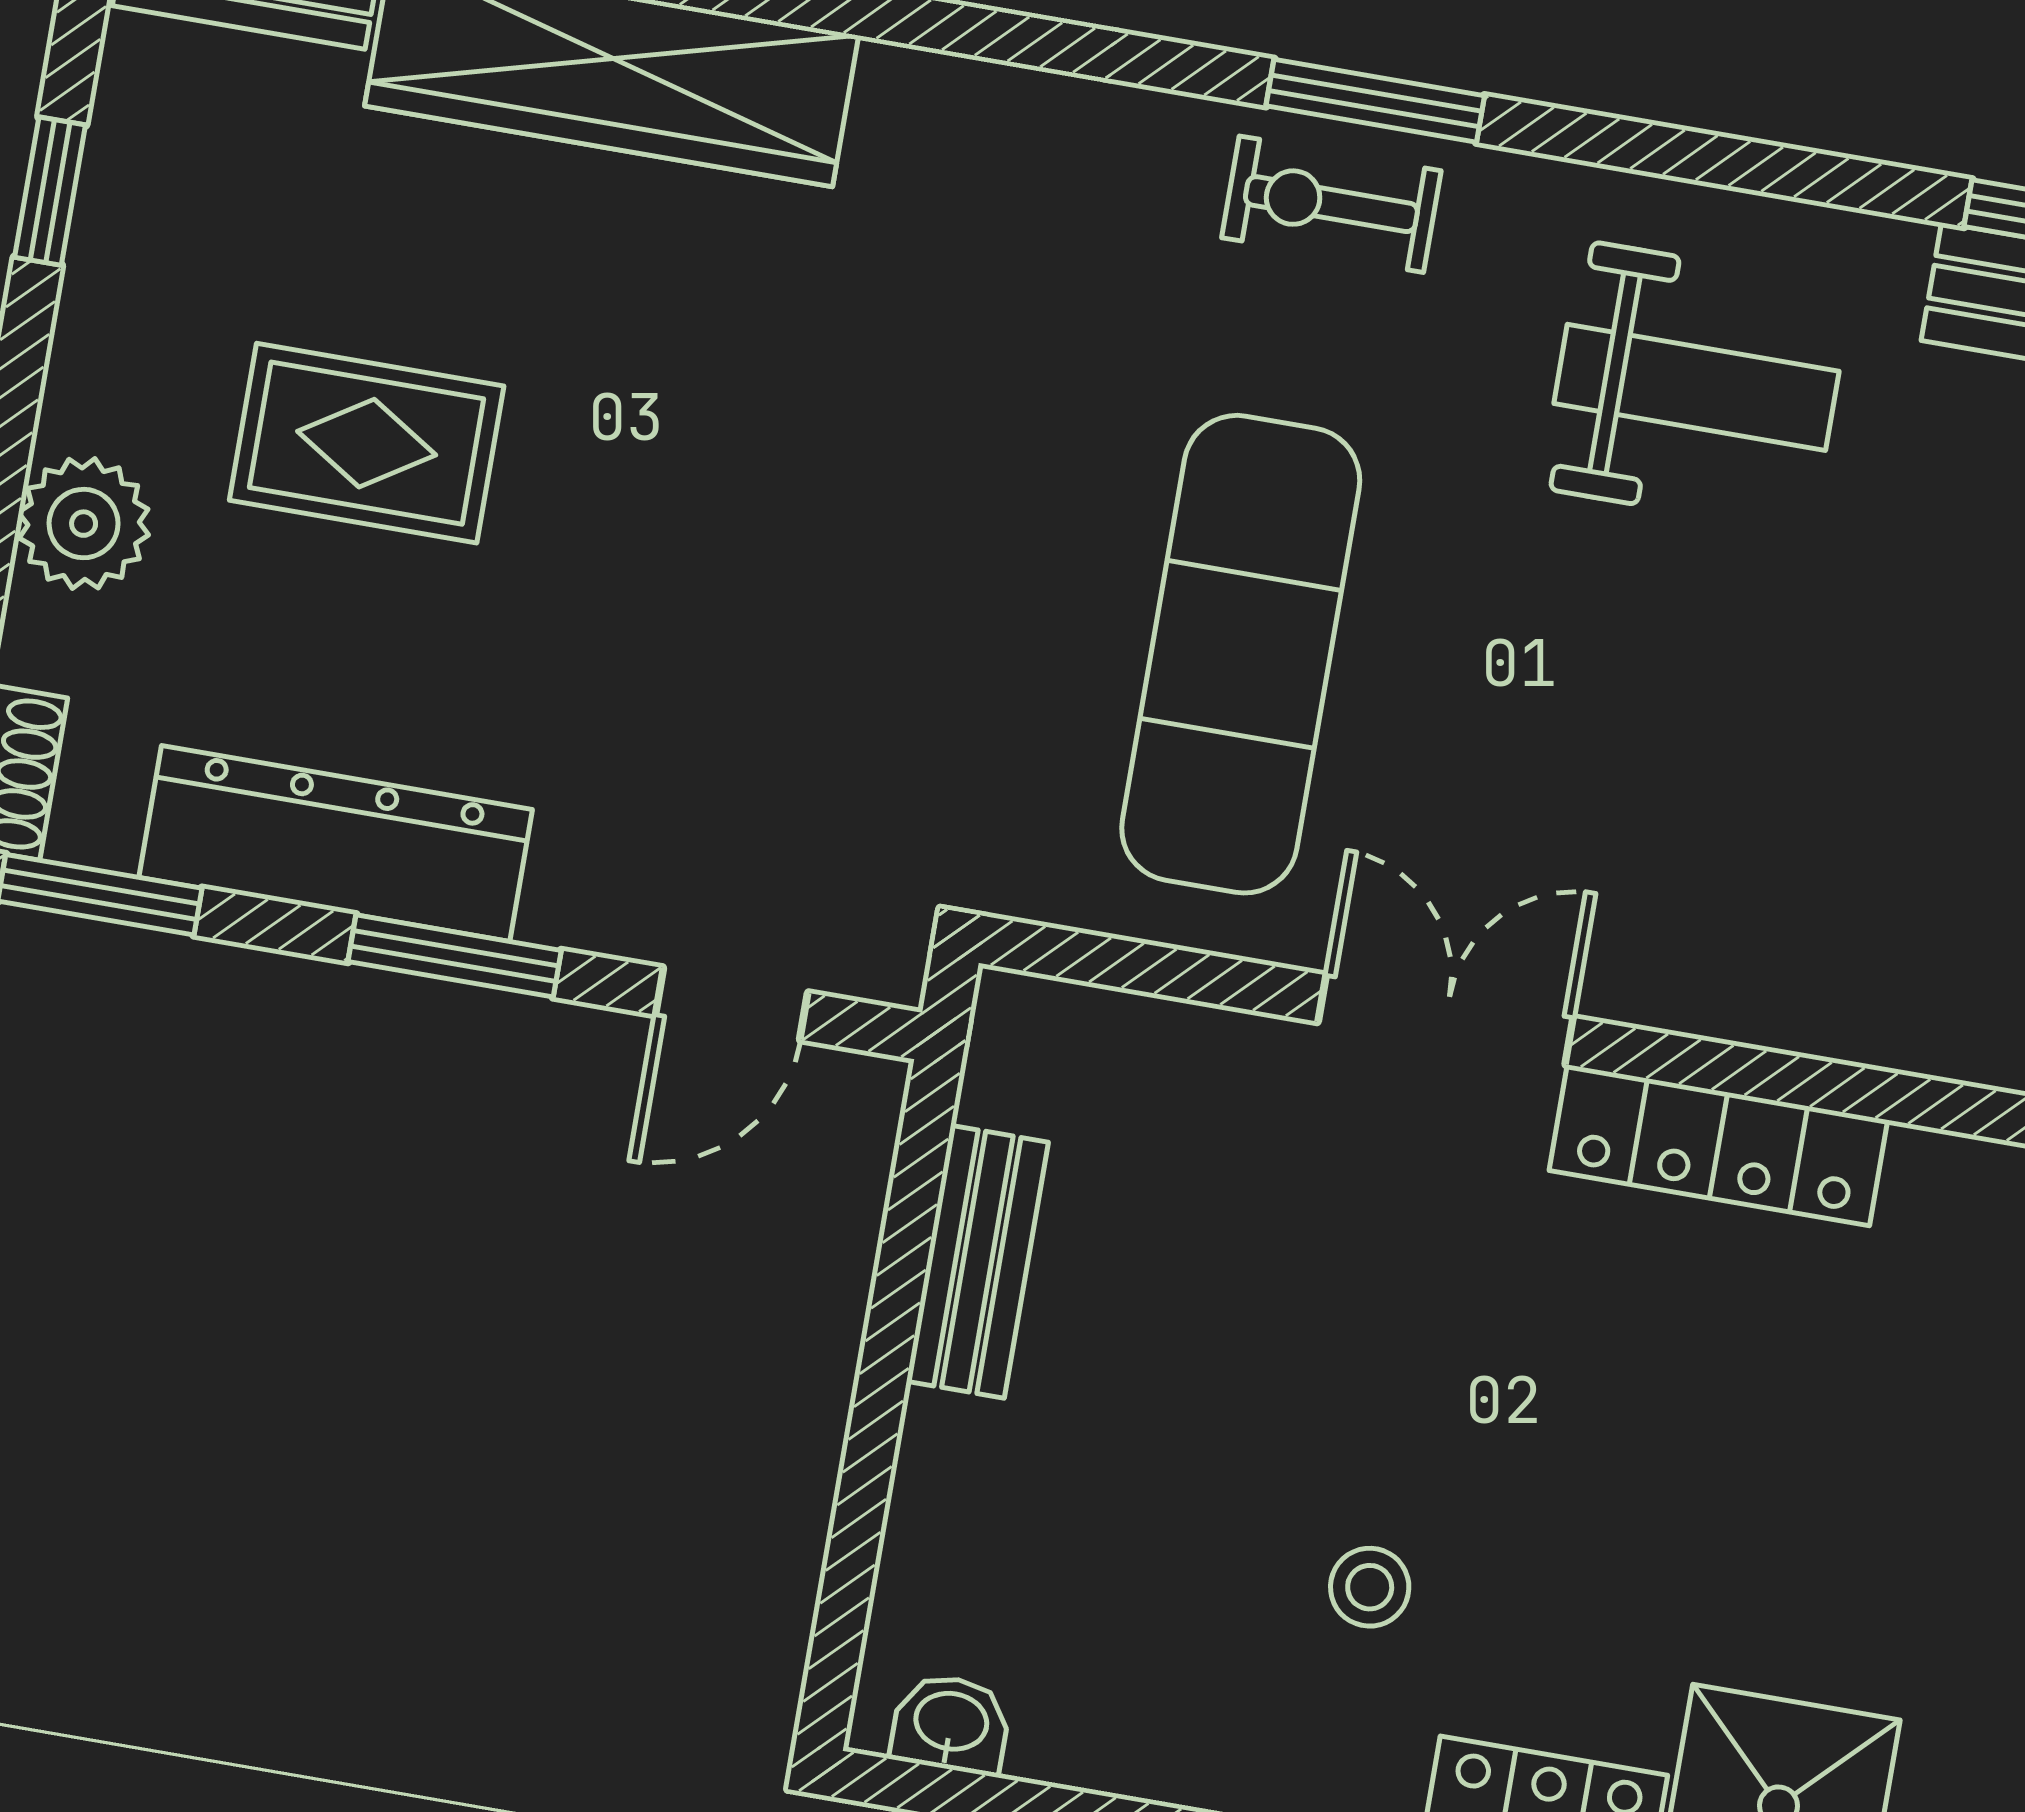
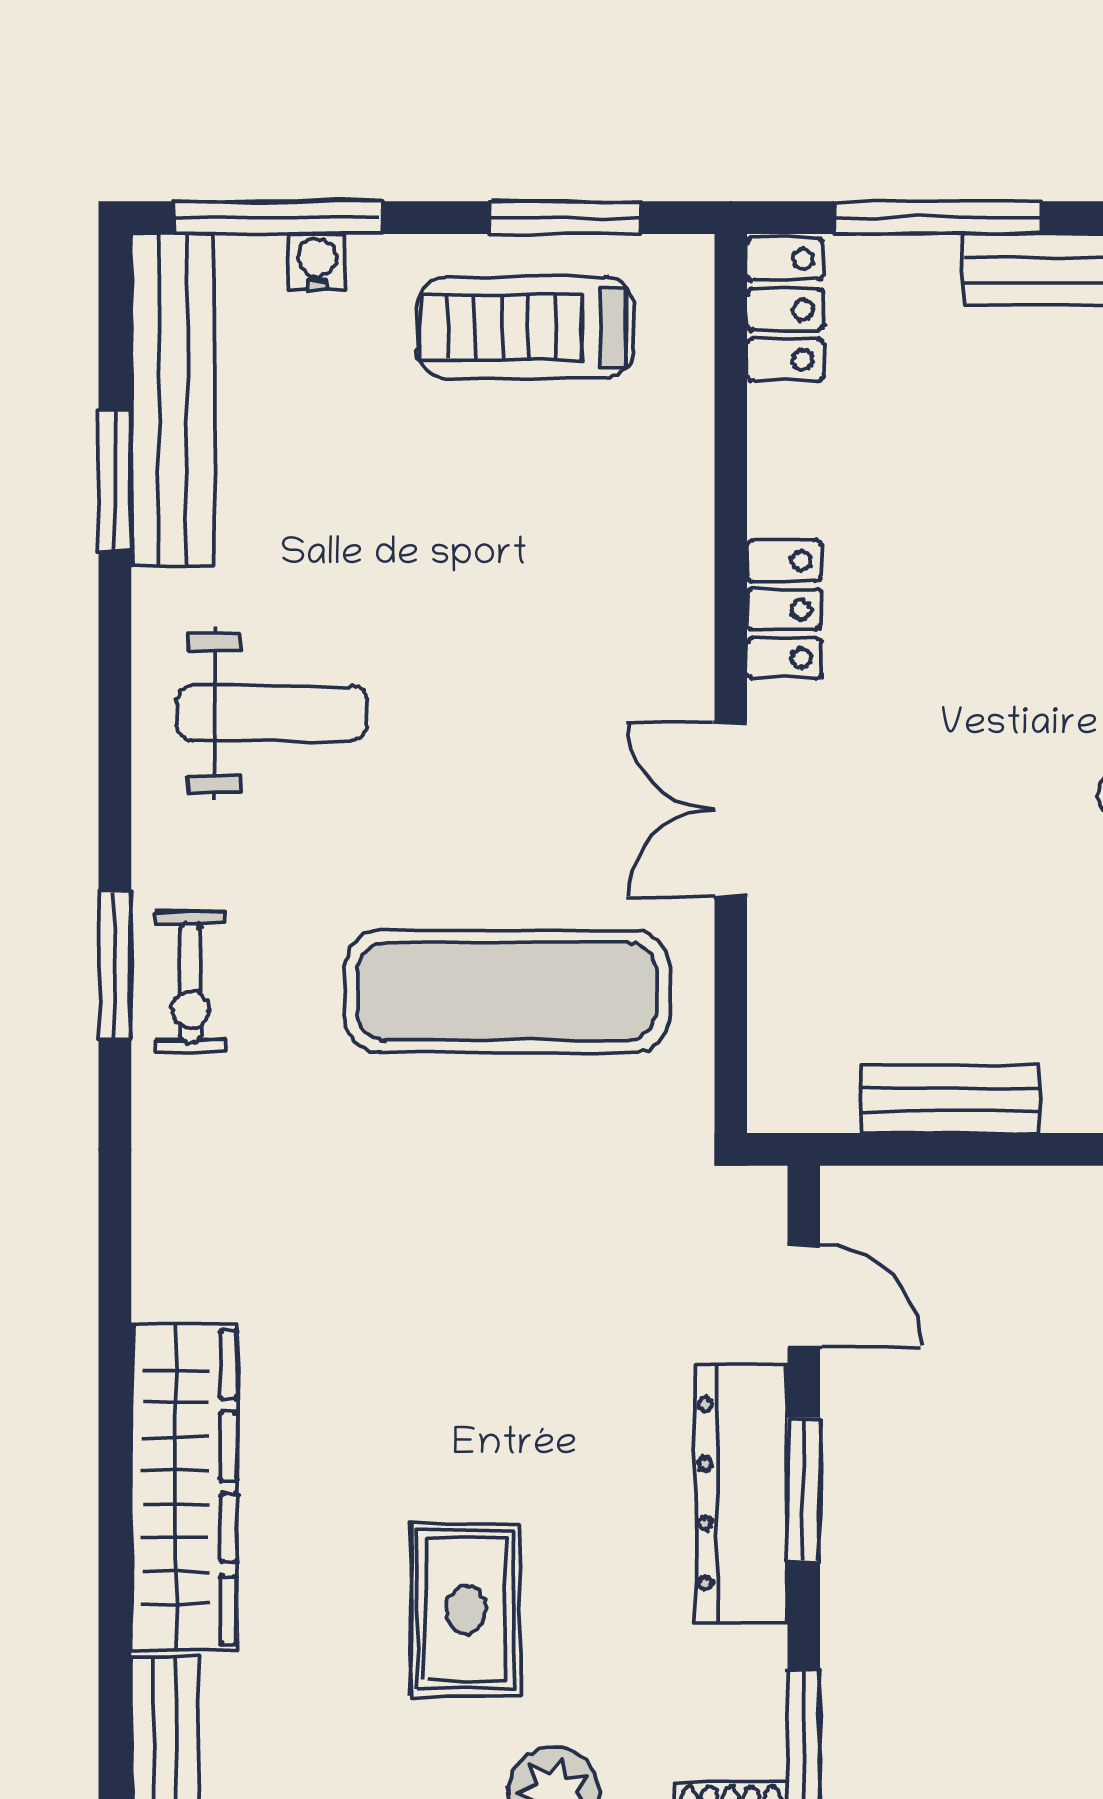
weight bench: (1696, 387) -> (272, 713), turned 90
dresser: (336, 843) -> (741, 1494), moved
locker: (1718, 1145) -> (784, 609), width x0.66

